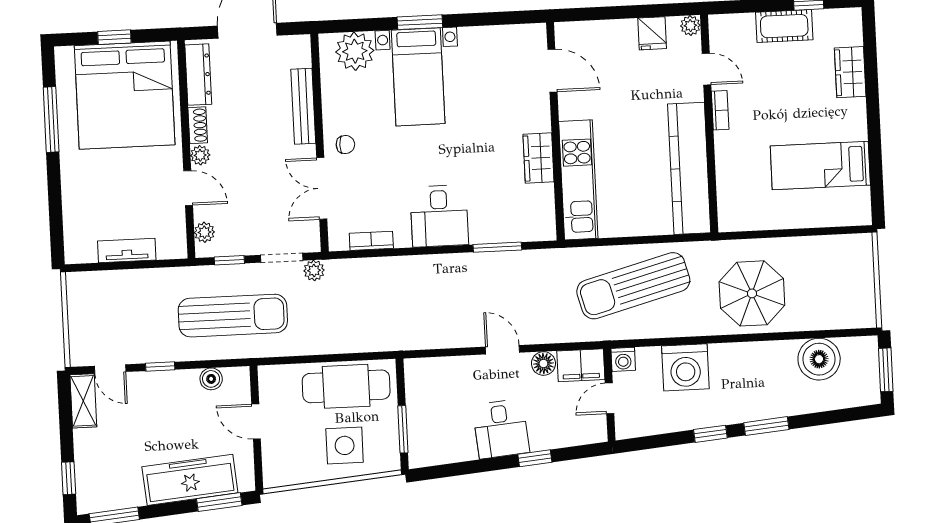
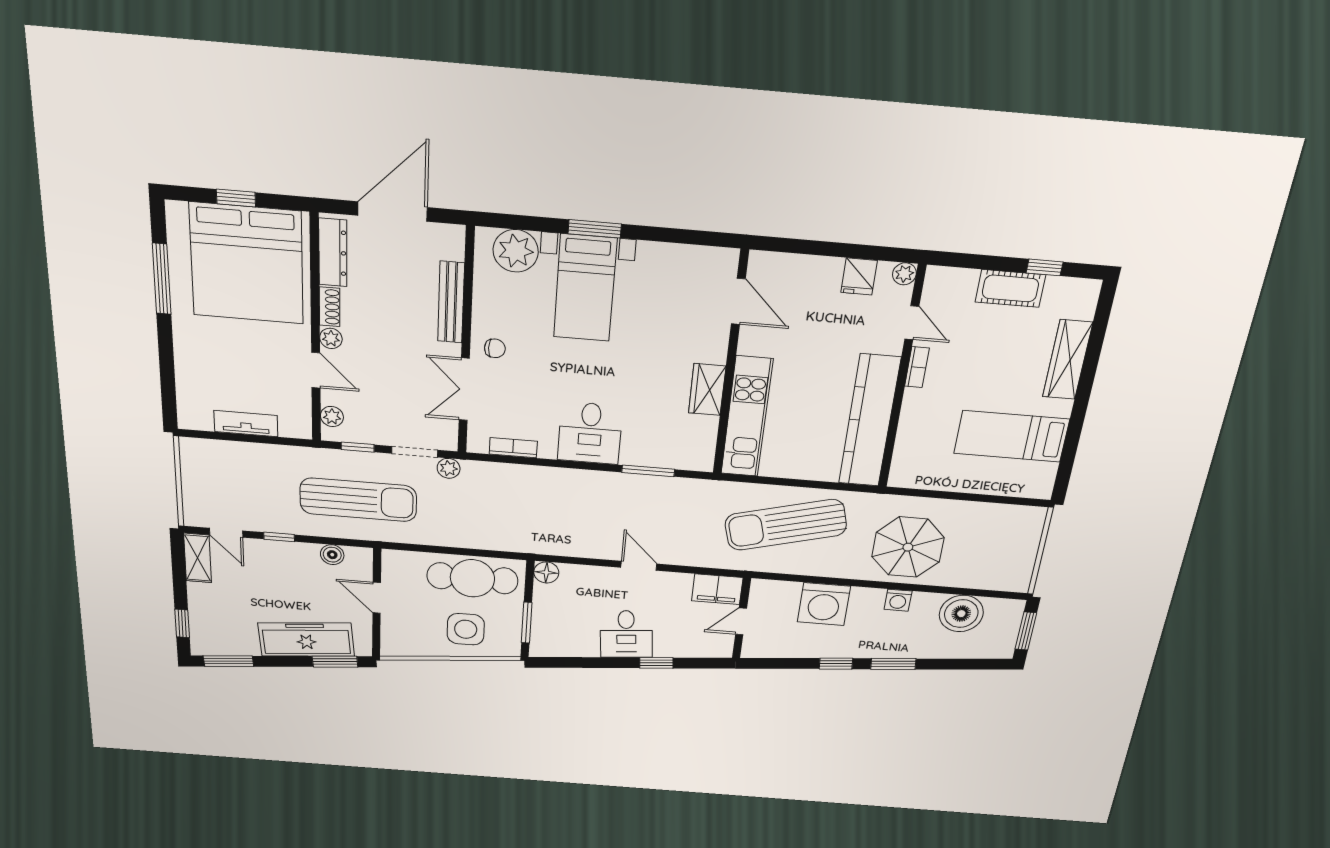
wardrobe: (850, 72) -> (1068, 360), width x1.50
washing machine: (623, 359) -> (898, 600), moved
floor lamp: (543, 363) -> (546, 572), moved

